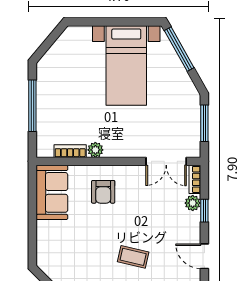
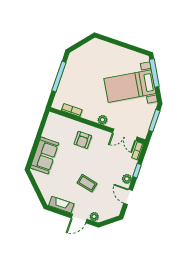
bed with nightstands: (126, 66) -> (130, 86), moved, turned 61
plant: (95, 150) -> (103, 120), moved
sofa: (52, 192) -> (44, 155), moved
plant: (193, 203) -> (127, 179), moved

